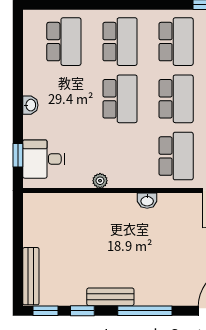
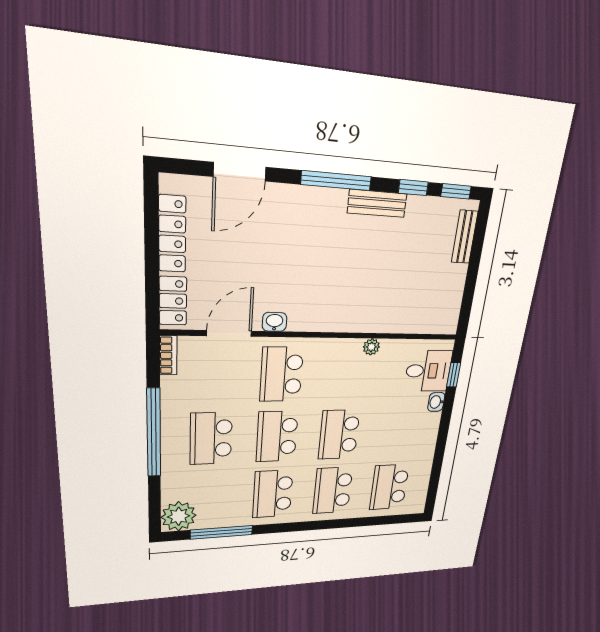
washbasin: (30, 105) -> (436, 402), moved
washbasin: (147, 201) -> (274, 322), moved
bench: (31, 276) -> (465, 237), width x0.73

